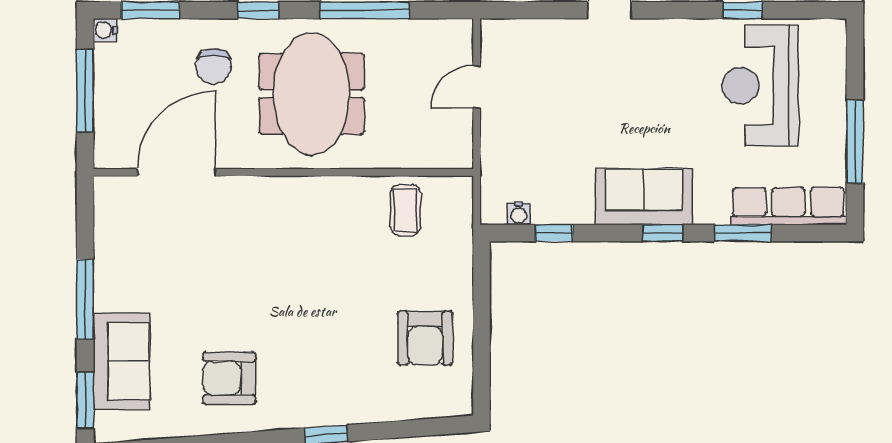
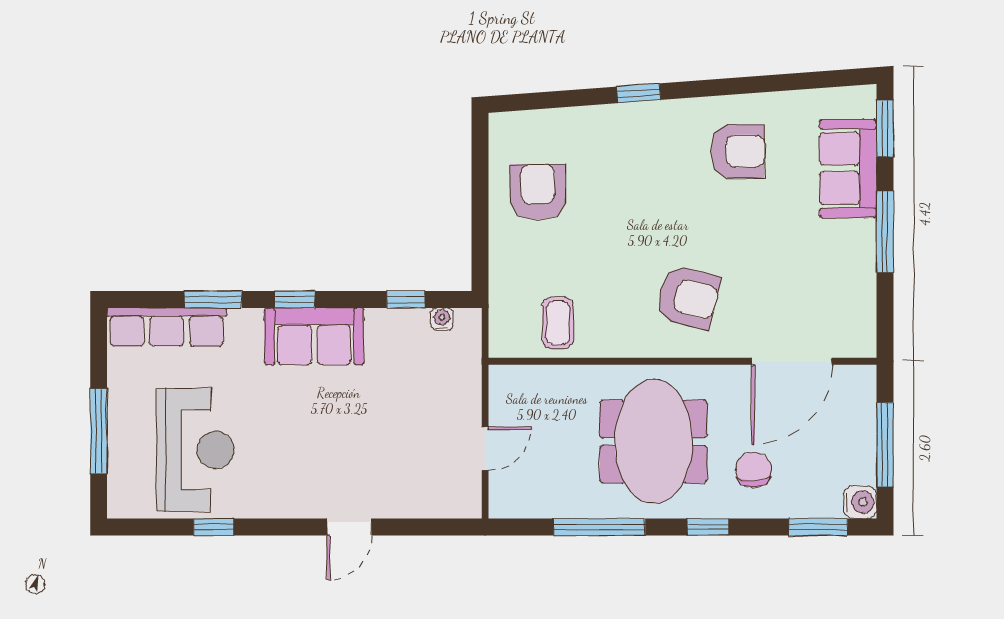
water cooler: (105, 30) -> (860, 502), width x1.38, depth x1.38
window: (855, 142) -> (99, 431), moved
armchair: (278, 235) -> (688, 297), added

